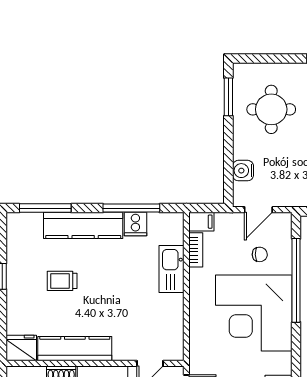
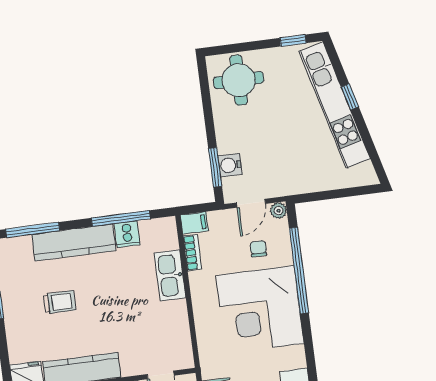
window: (228, 97) -> (215, 167), moved
round table: (271, 109) -> (239, 80), moved
plant: (284, 220) -> (279, 211), added
chair: (260, 254) -> (258, 249), turned -89
trolley: (62, 281) -> (60, 302), turned 180

